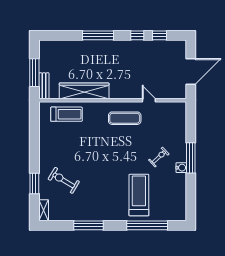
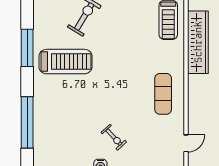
door: (149, 100) -> (186, 143), moved
treadmill: (139, 195) -> (65, 62), moved

